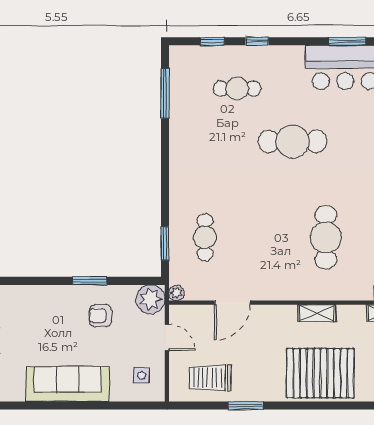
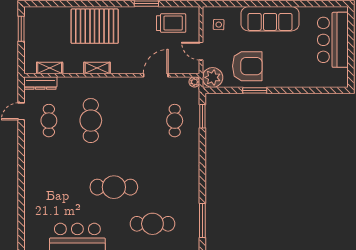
cafe table: (237, 89) -> (152, 224), width x1.37, depth x1.35
armchair: (101, 316) -> (247, 66), width x1.88, depth x1.88

